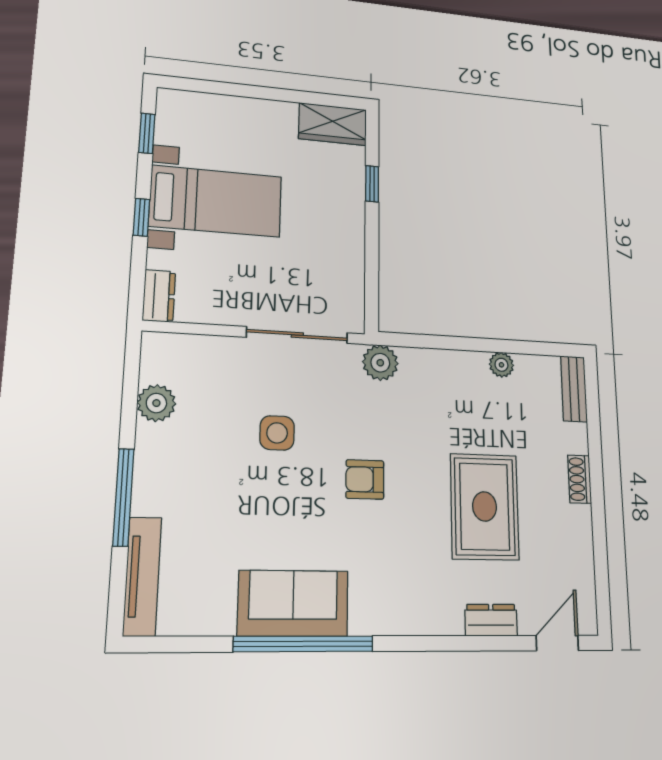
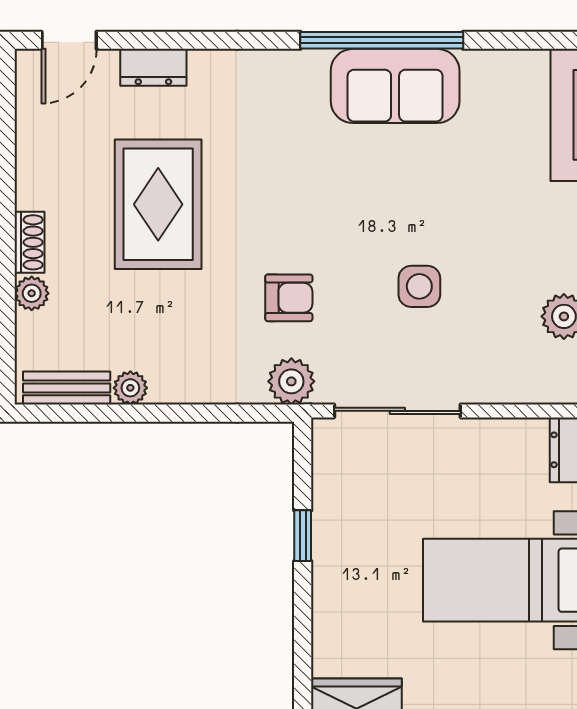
window: (372, 184) -> (303, 536), moved
bench: (574, 389) -> (67, 388), moved, turned 90
plant: (576, 440) -> (32, 293), added
armchair: (365, 479) -> (289, 298), moved

